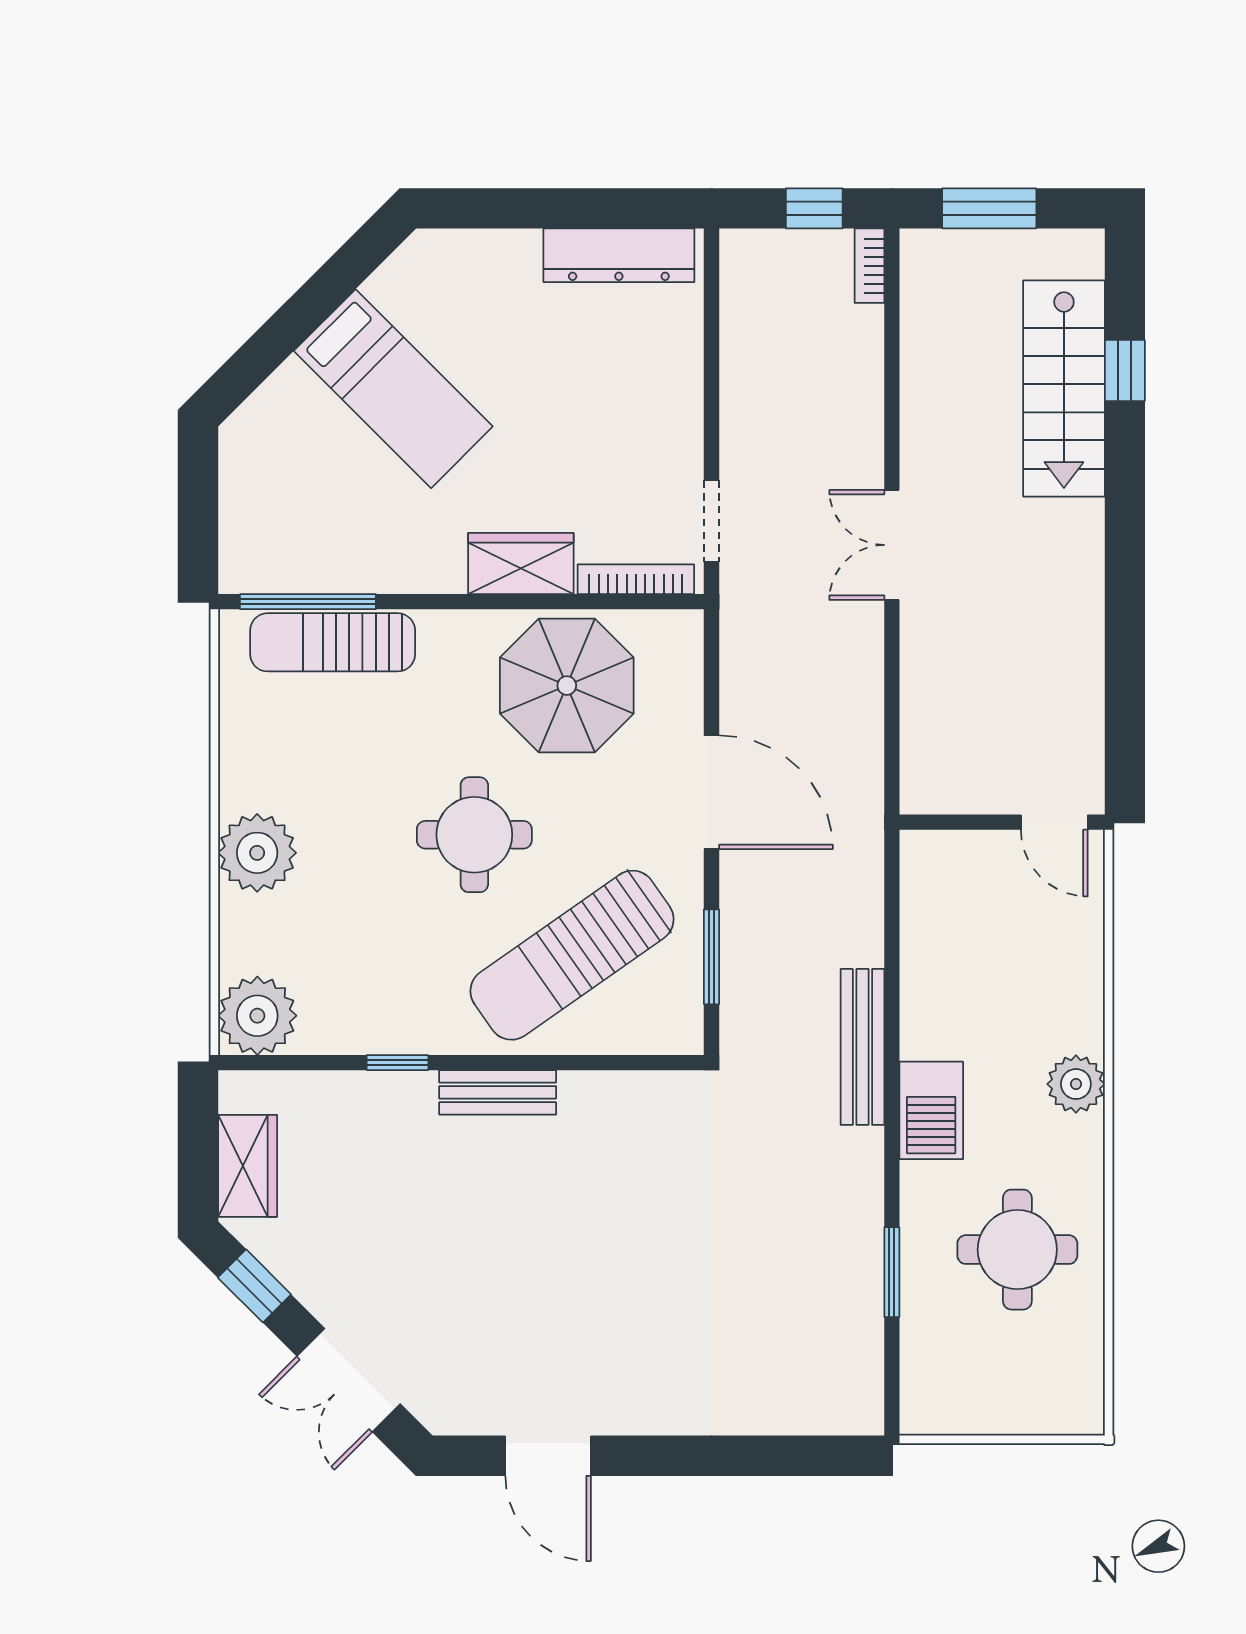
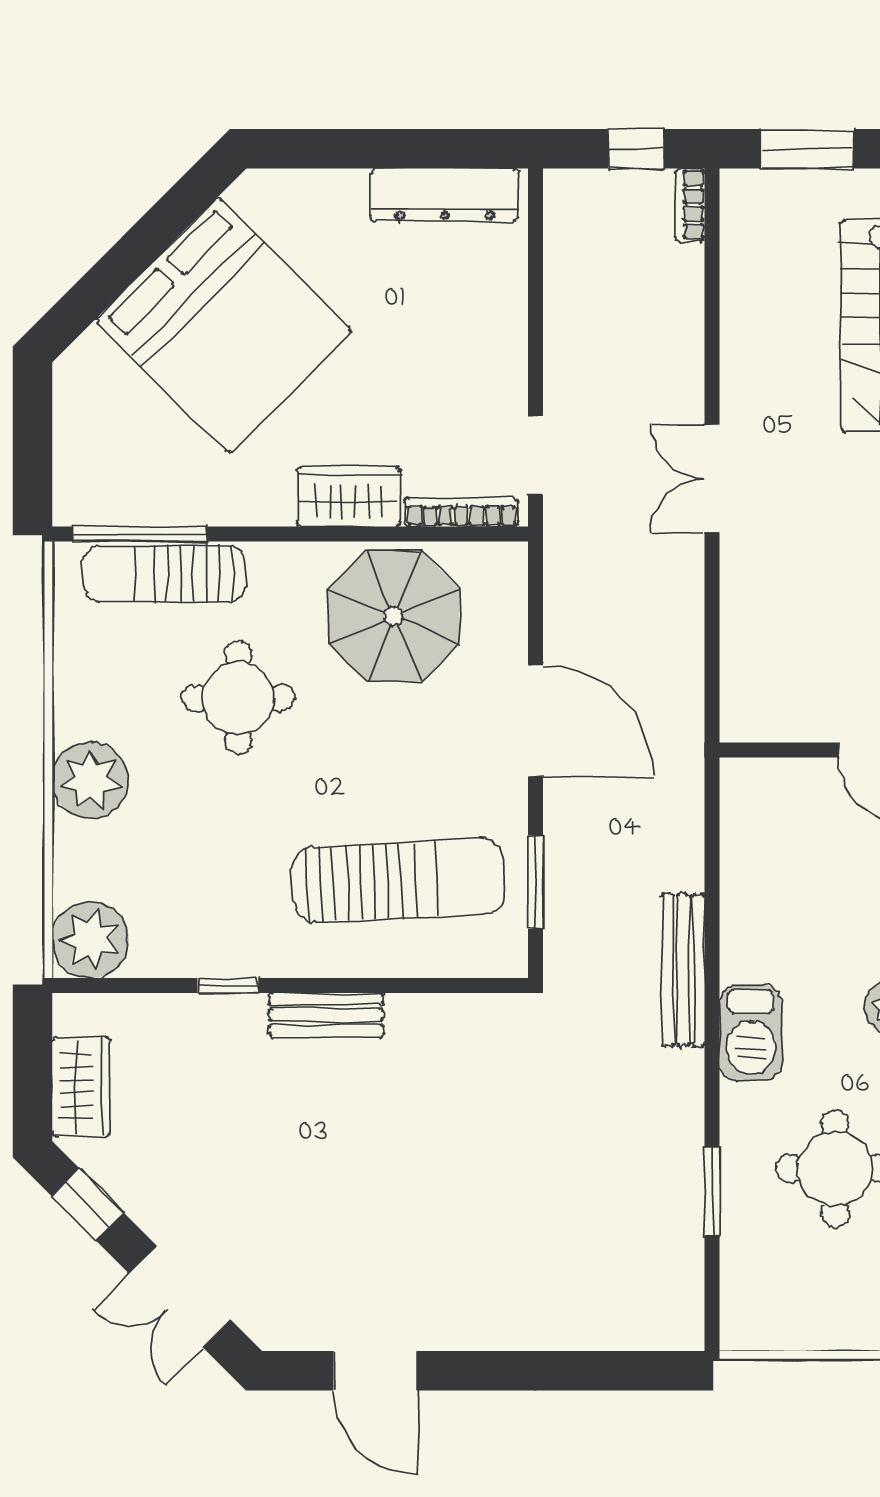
bed: (393, 389) -> (224, 325), width x2.04
round table: (474, 835) -> (238, 698), moved
sun lounger: (572, 955) -> (399, 880), turned -148

